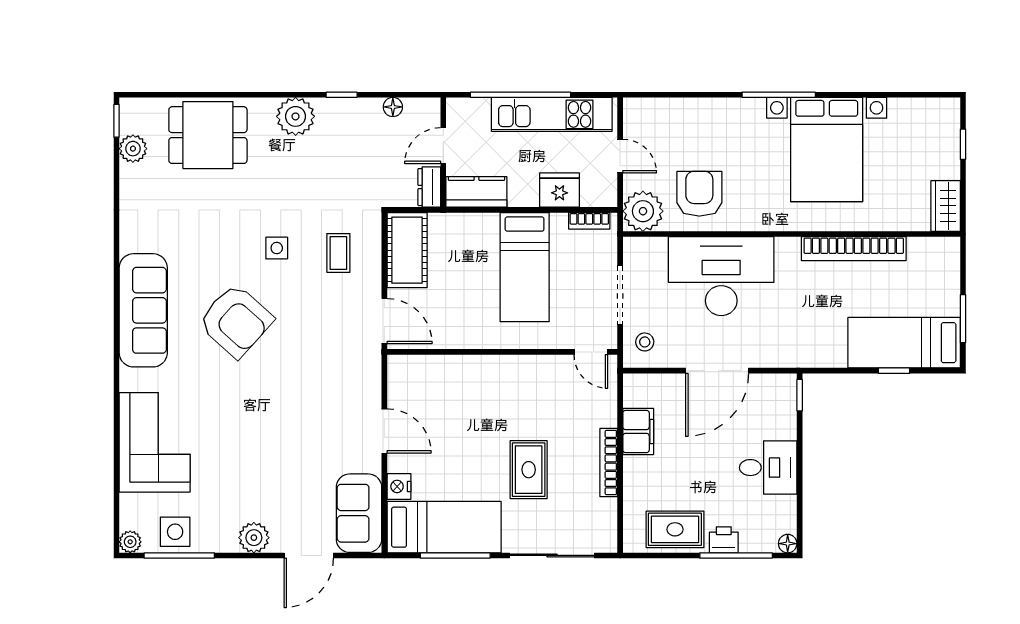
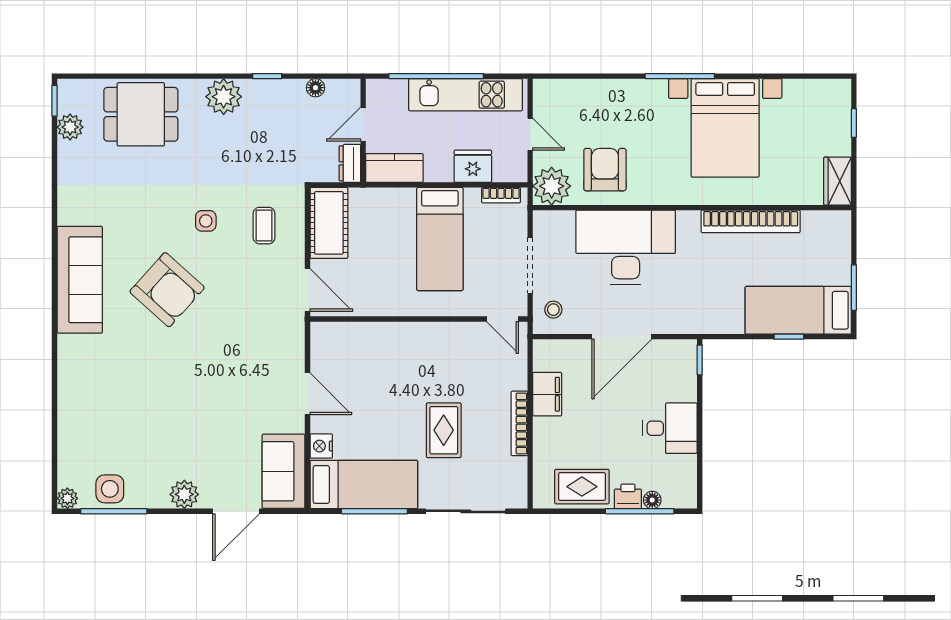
corner sofa: (155, 442) -> (91, 404), removed
floor lamp: (788, 544) -> (652, 500), moved

